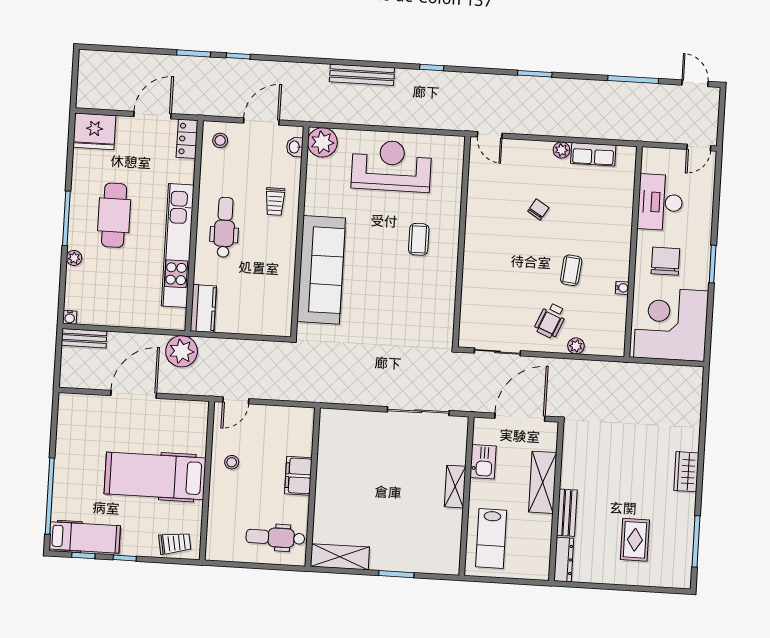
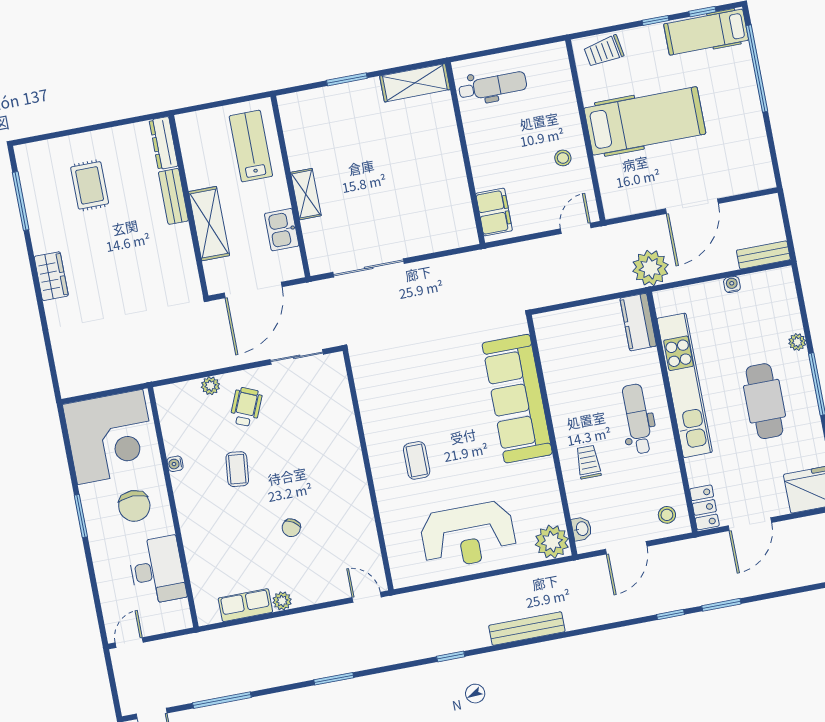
dental chair: (224, 227) -> (638, 419), turned 180
water cooler: (70, 317) -> (732, 284), moved
filing cabinet: (298, 476) -> (494, 212), moved

